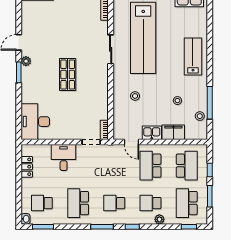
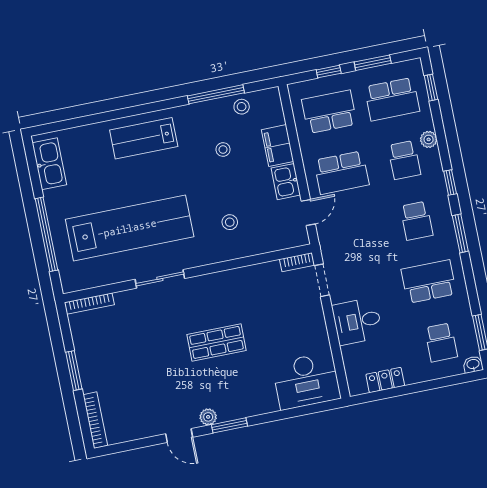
school desk: (78, 203) -> (429, 282), turned 180

